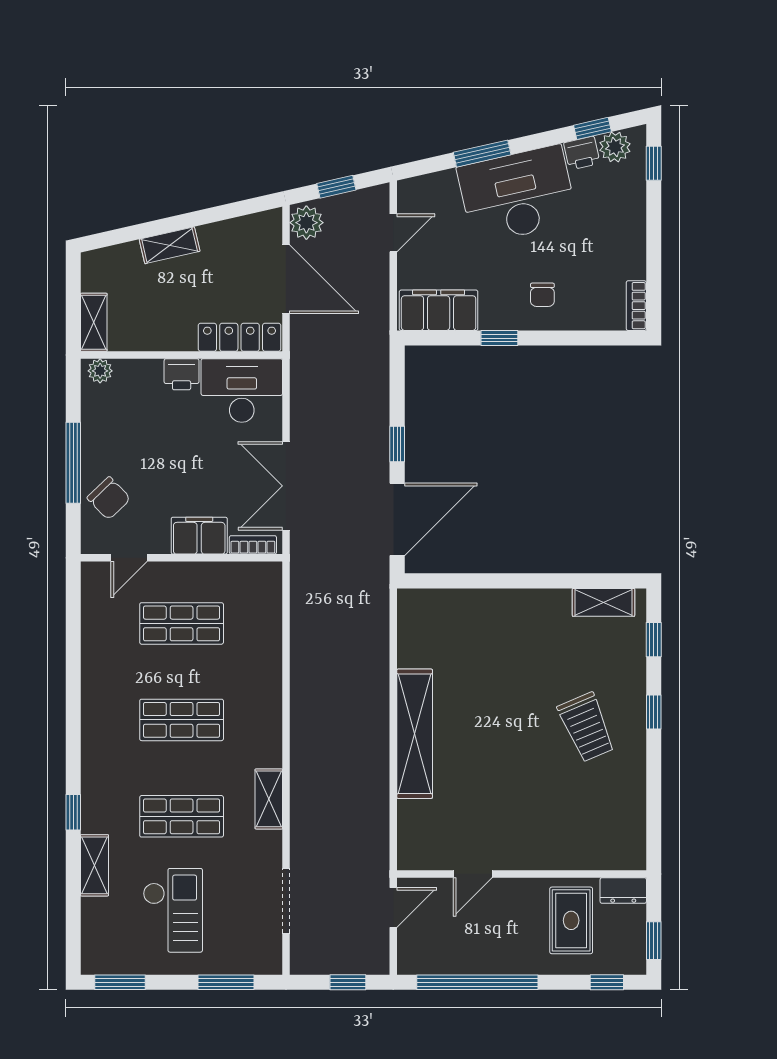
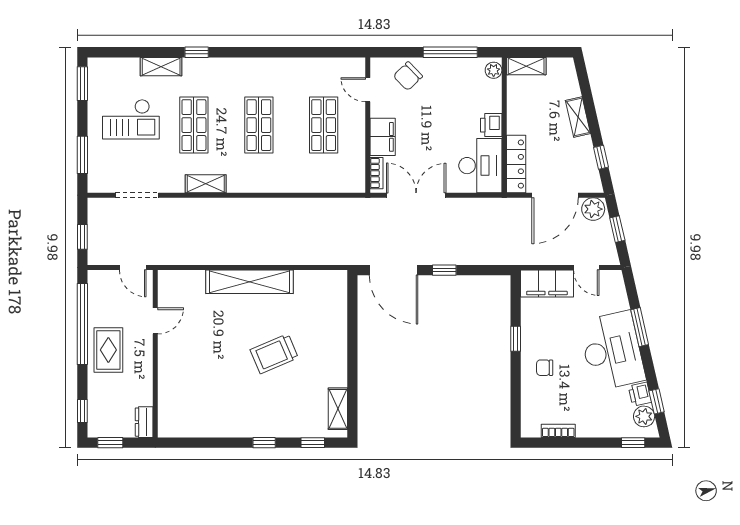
window: (229, 211) -> (601, 157), added
bookcase: (636, 306) -> (558, 431), moved
filing cabinet: (439, 310) -> (547, 284), moved, turned 90
window: (73, 463) -> (450, 52), moved
trolley: (586, 727) -> (274, 354), moved
door: (473, 874) -> (155, 321), swing flipped
rug: (571, 920) -> (108, 350), moved, turned 90

